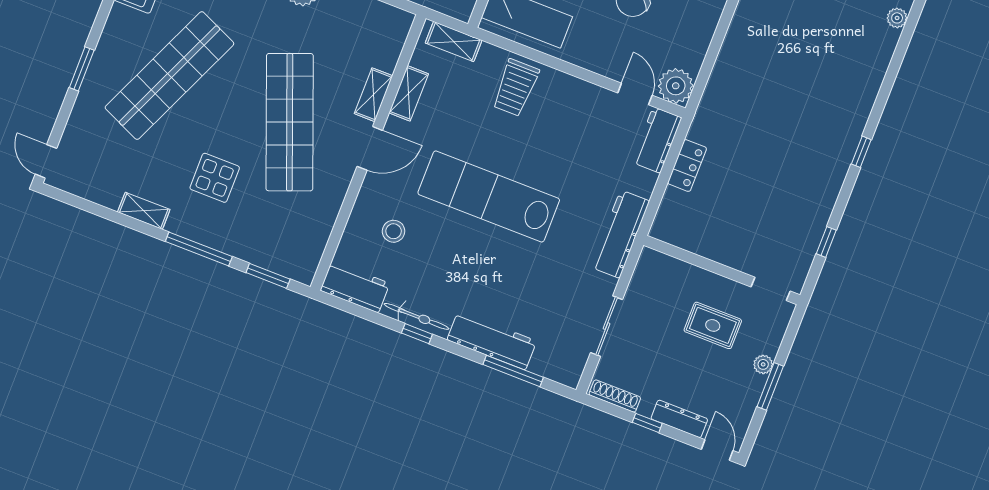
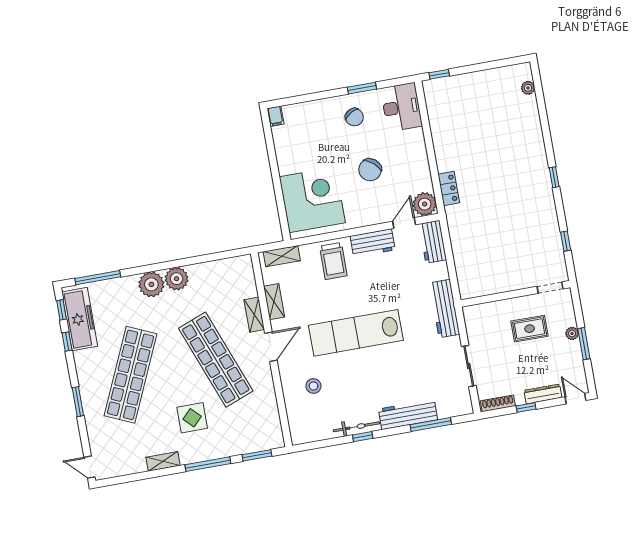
door: (635, 94) -> (404, 223), hinge flipped
locker: (687, 166) -> (449, 188), moved
workbench: (355, 287) -> (373, 243), moved, turned 180

